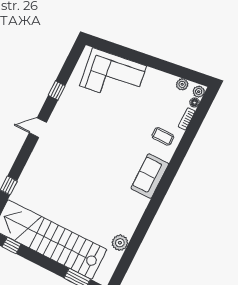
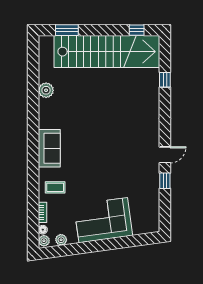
corner sofa: (113, 76) -> (103, 220), moved
door: (38, 128) -> (165, 155), moved
plant: (120, 243) -> (46, 90), moved

